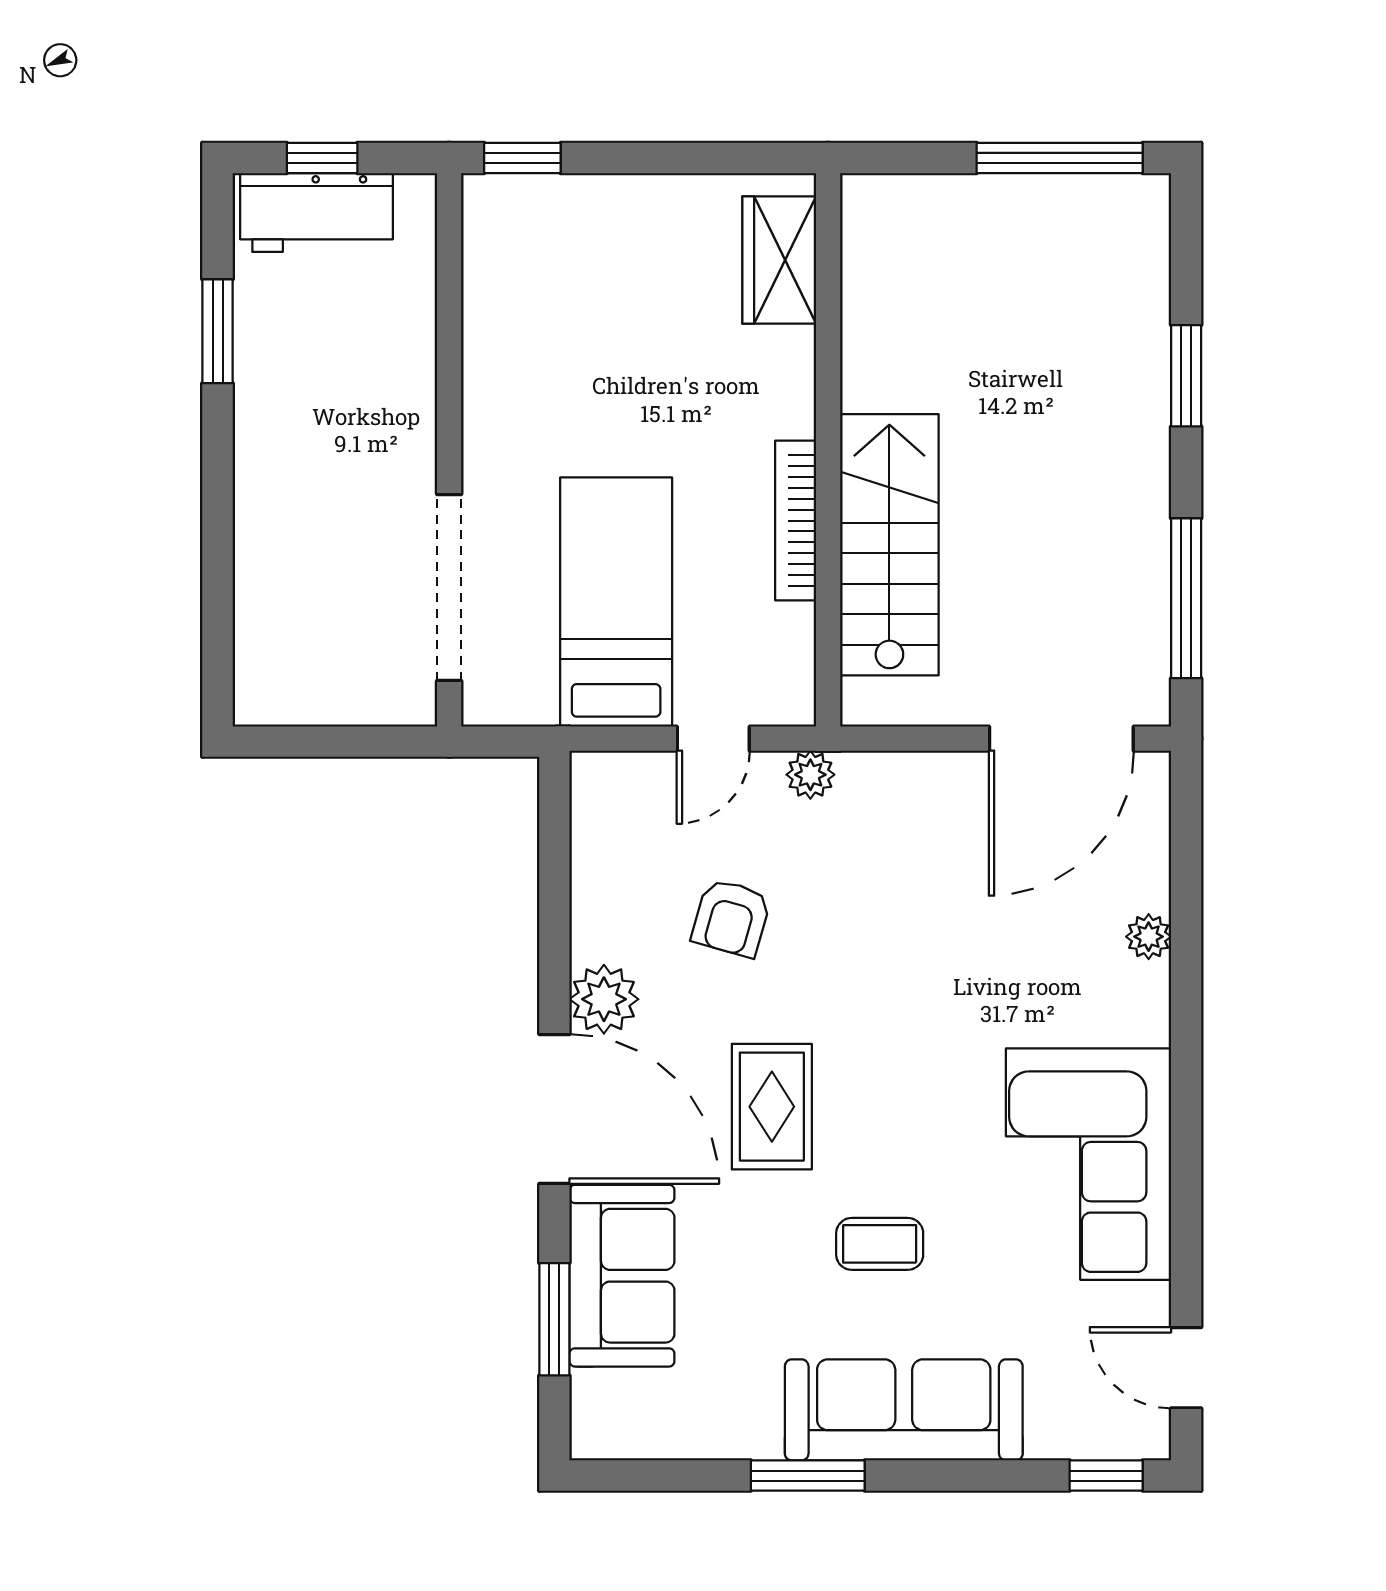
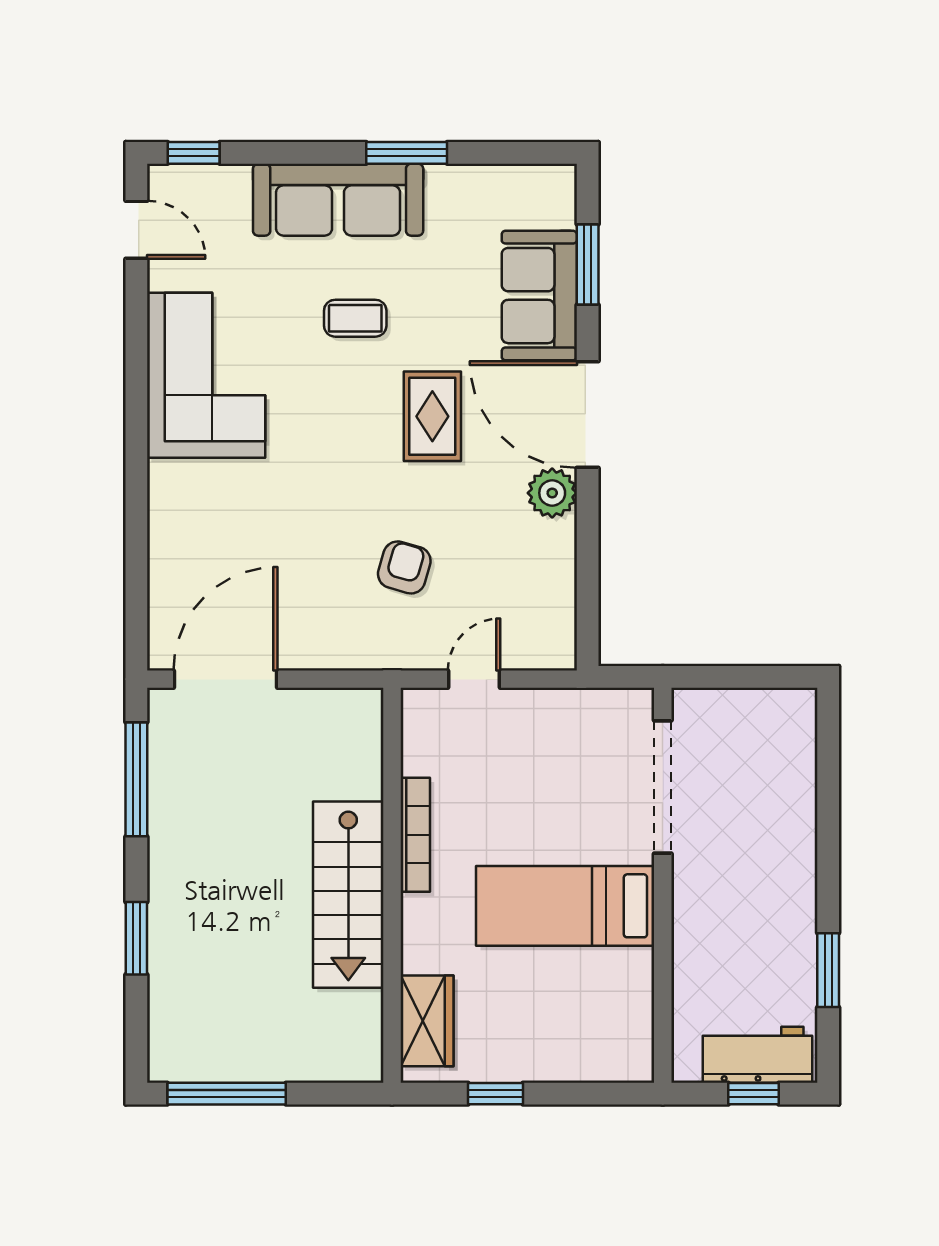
window: (522, 158) -> (495, 1094), moved
stairs: (889, 545) -> (348, 895), moved
bed: (616, 602) -> (565, 906), moved, turned 90
plant: (810, 775) -> (405, 653), removed
armchair: (731, 918) -> (404, 567), moved
plant: (1149, 937) -> (163, 538), removed

